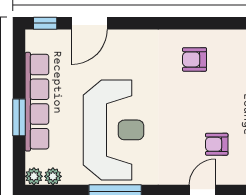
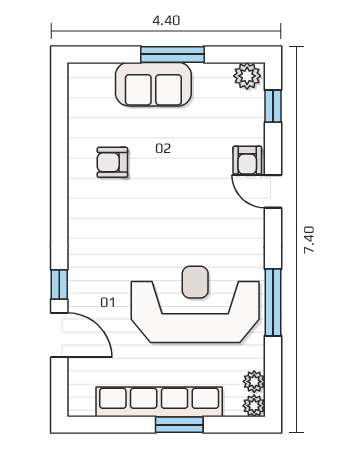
window: (45, 23) -> (59, 285), moved
armchair: (195, 59) -> (112, 162), moved, turned 90
armchair: (217, 144) -> (247, 160), moved

